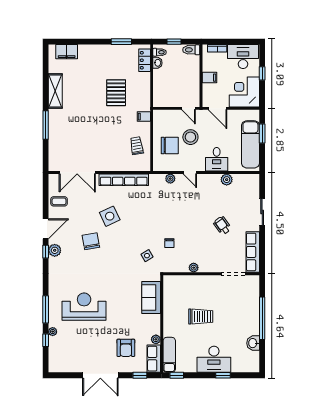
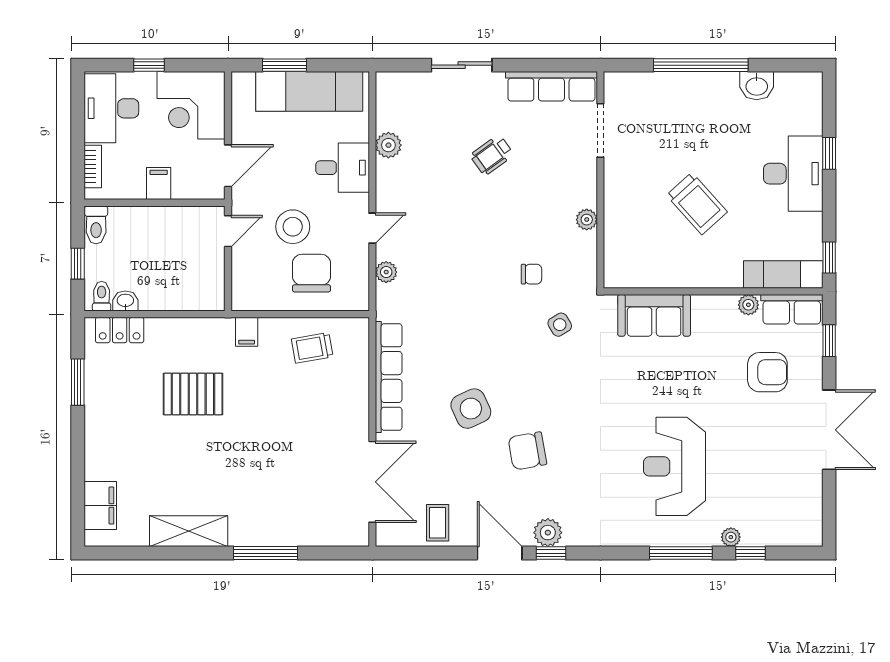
trolley: (201, 316) -> (697, 204), turned 138

